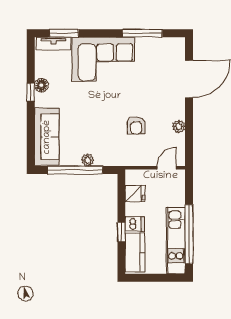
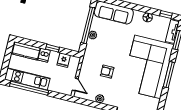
window: (142, 33) -> (169, 75), moved
corner sofa: (103, 59) -> (148, 67), width x1.36, depth x1.36
window: (31, 92) -> (166, 15), moved
window: (121, 232) -> (52, 48), moved

